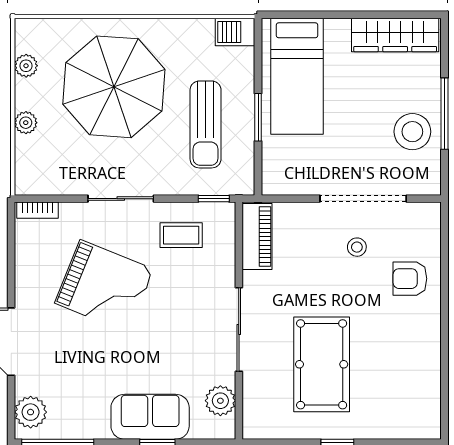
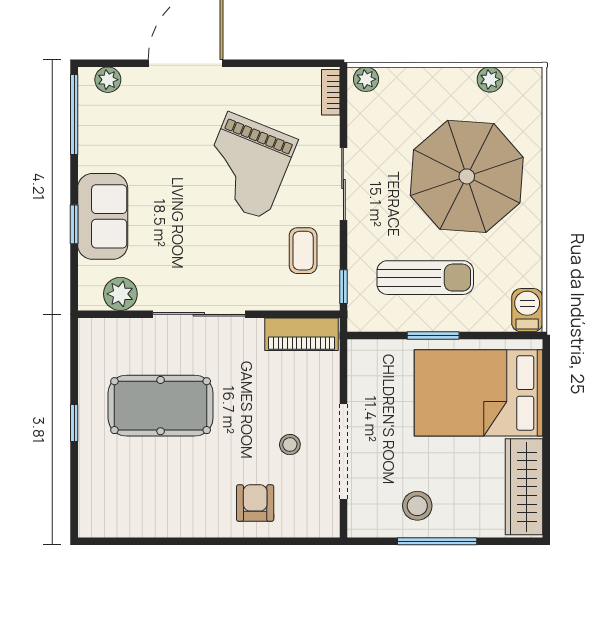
bed: (297, 76) -> (478, 393), width x1.50
plant: (26, 123) -> (366, 79), moved
sun lounger: (206, 124) -> (425, 278), turned 180
stool: (412, 132) -> (417, 506), width x0.73, depth x0.73
plant: (31, 412) -> (108, 80), width x0.73, depth x0.73

